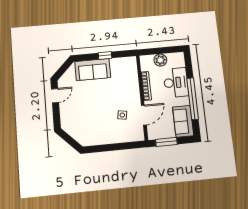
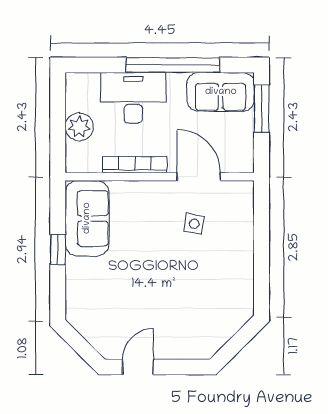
sofa: (93, 70) -> (87, 218), moved
door: (55, 96) -> (138, 367), hinge flipped
window: (166, 142) -> (262, 109), moved

